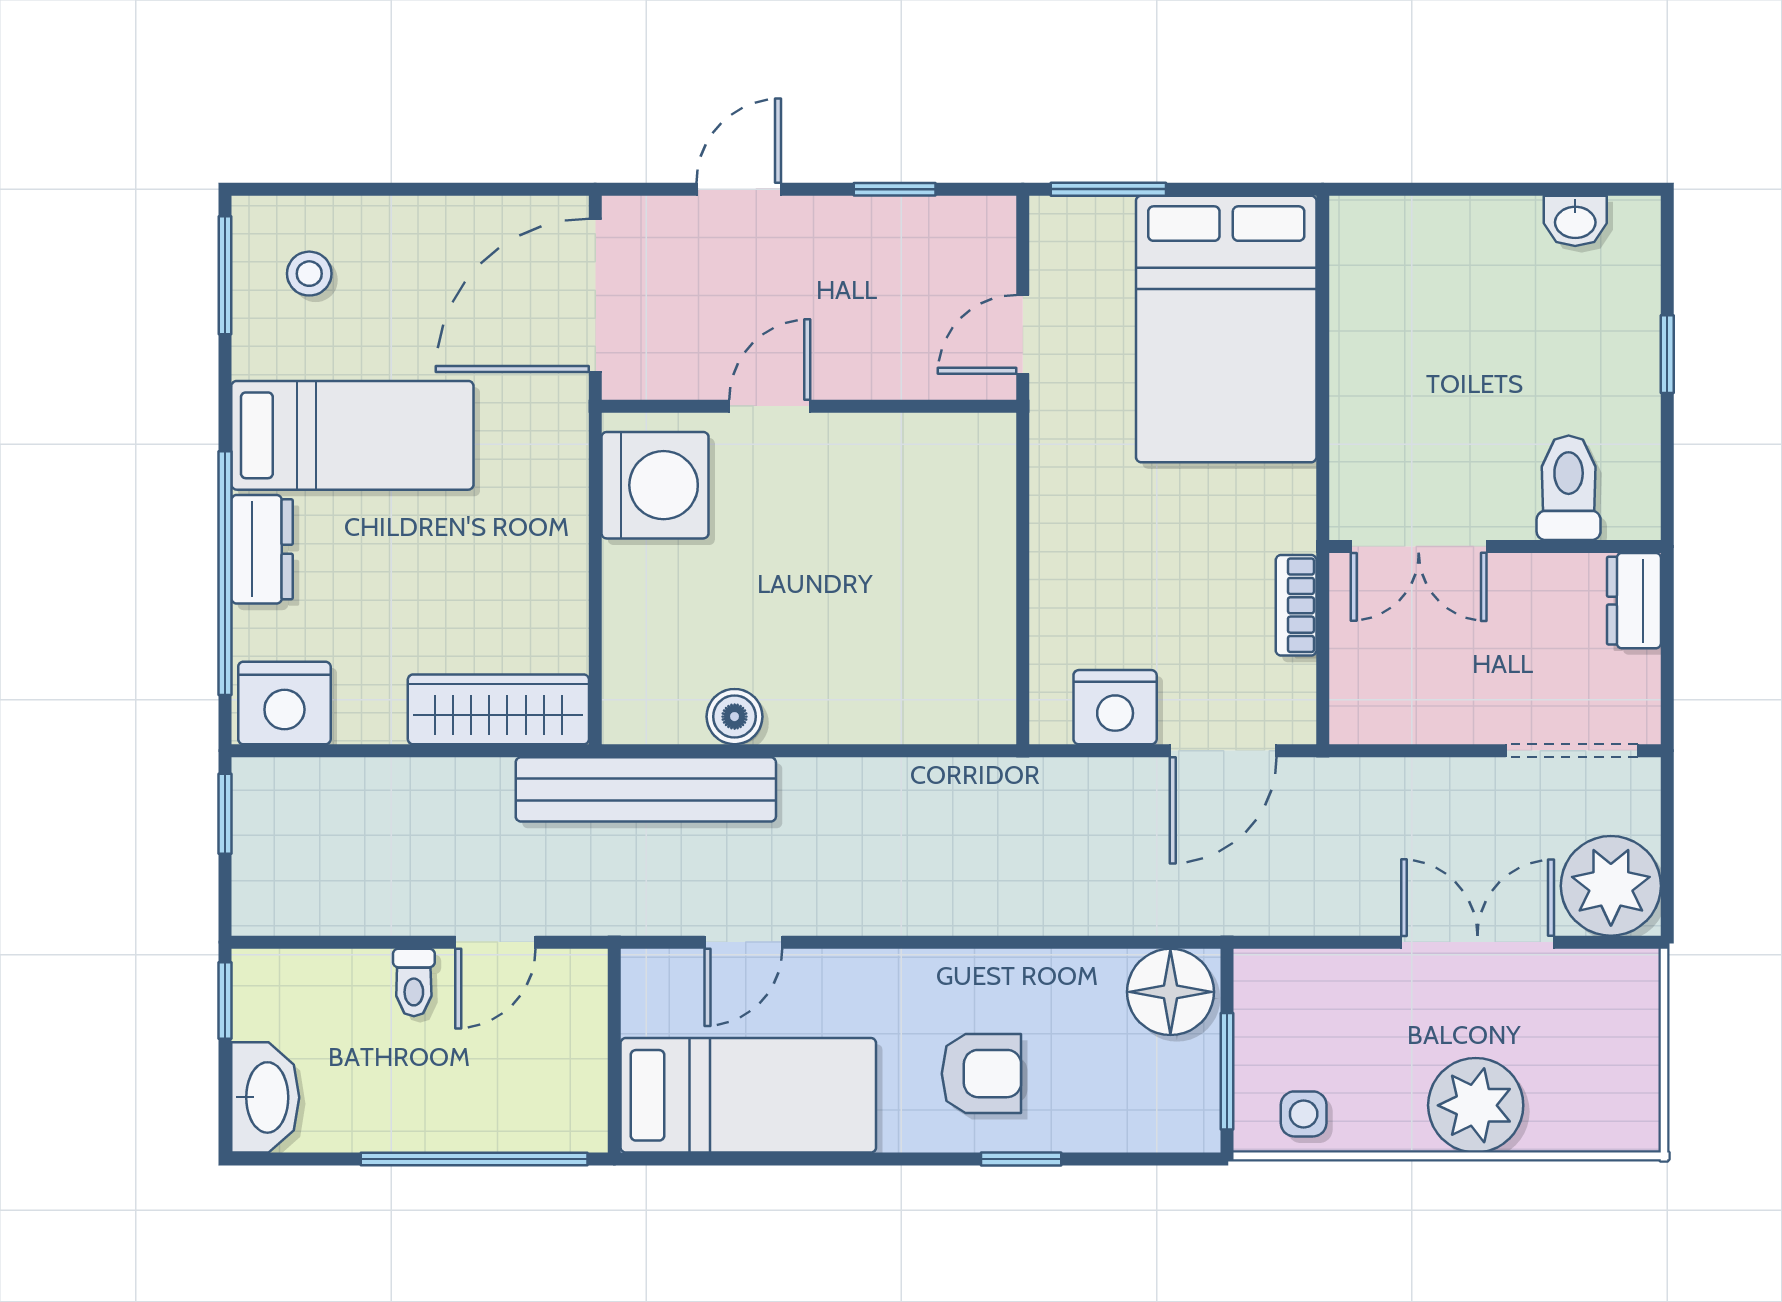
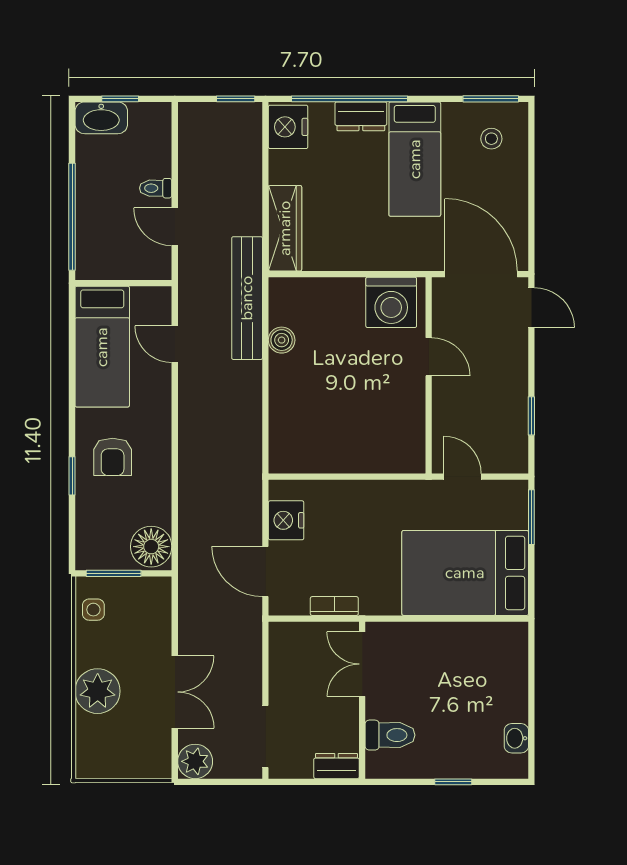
door: (739, 189) -> (531, 308), moved
plant: (1611, 886) -> (195, 761), width x0.73, depth x0.73
window: (225, 1001) -> (120, 99), moved

